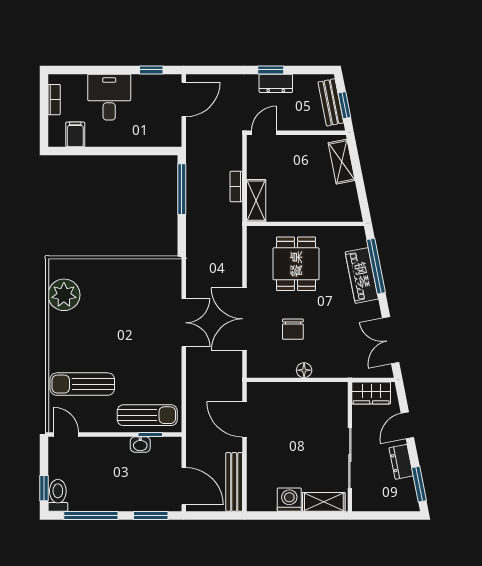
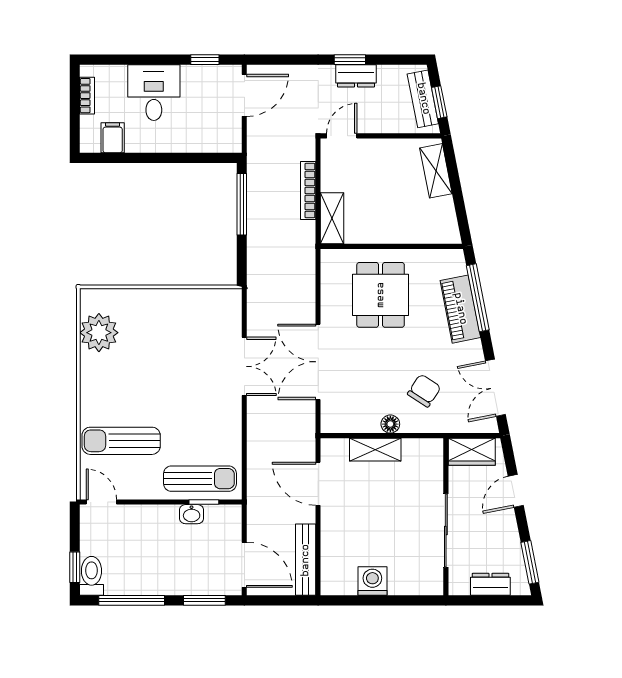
bookcase: (236, 186) -> (308, 191), width x1.56
chair: (293, 329) -> (424, 391), moved, turned -147
dresser: (401, 462) -> (490, 584), moved, turned 101
shelving: (324, 502) -> (375, 450), moved

